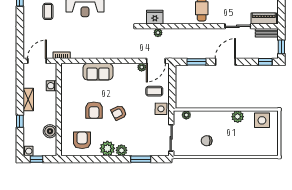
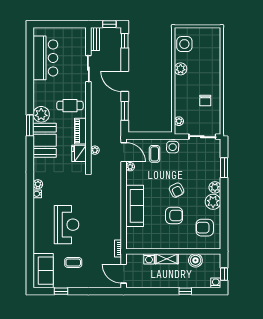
piano: (264, 18) -> (80, 131), moved
sofa: (98, 72) -> (135, 206), width x1.36
shelving: (28, 99) -> (167, 259), moved

